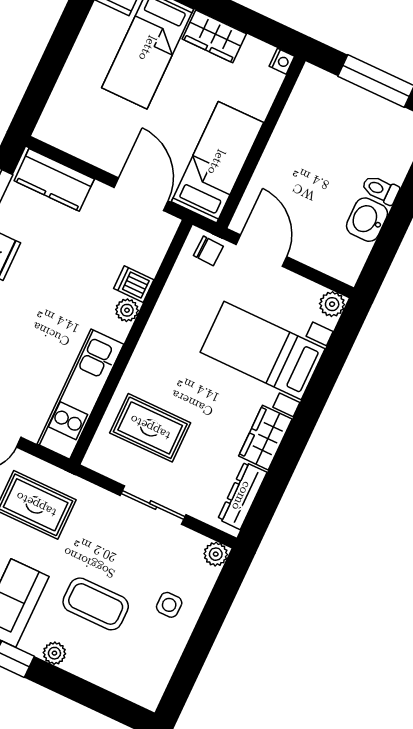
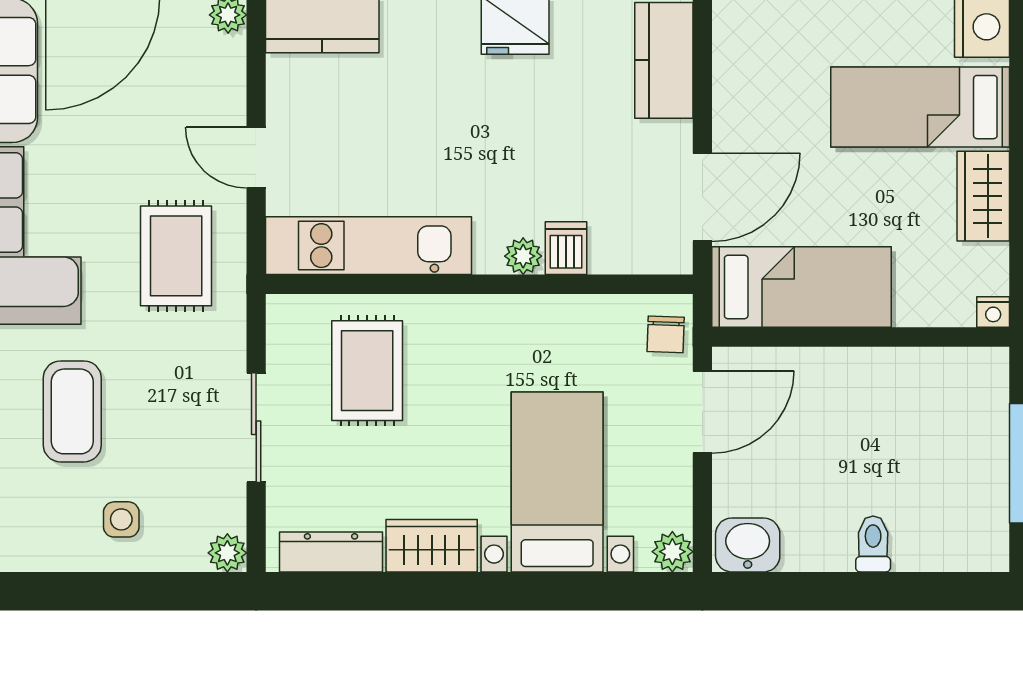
washbasin: (367, 220) -> (748, 545), moved

